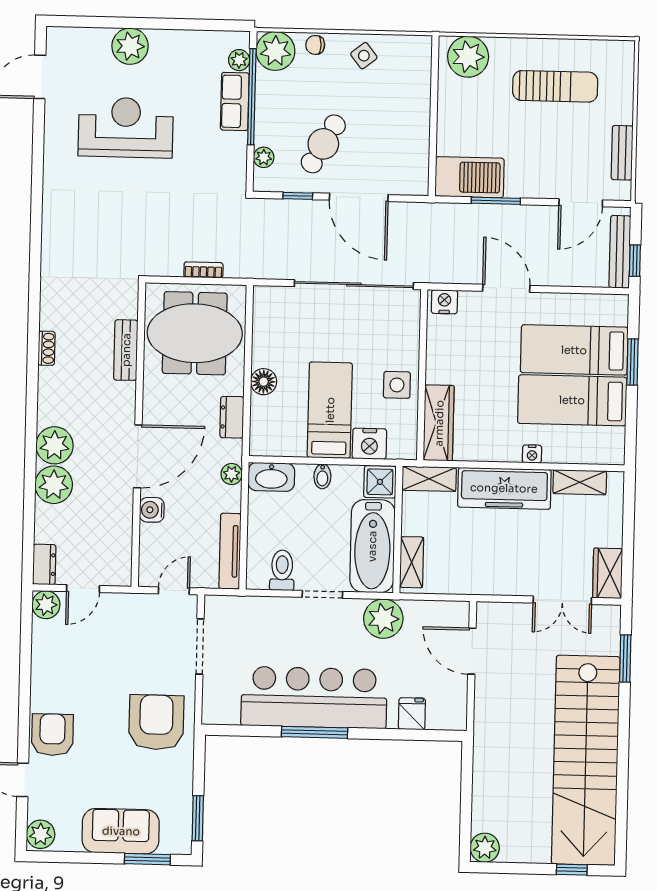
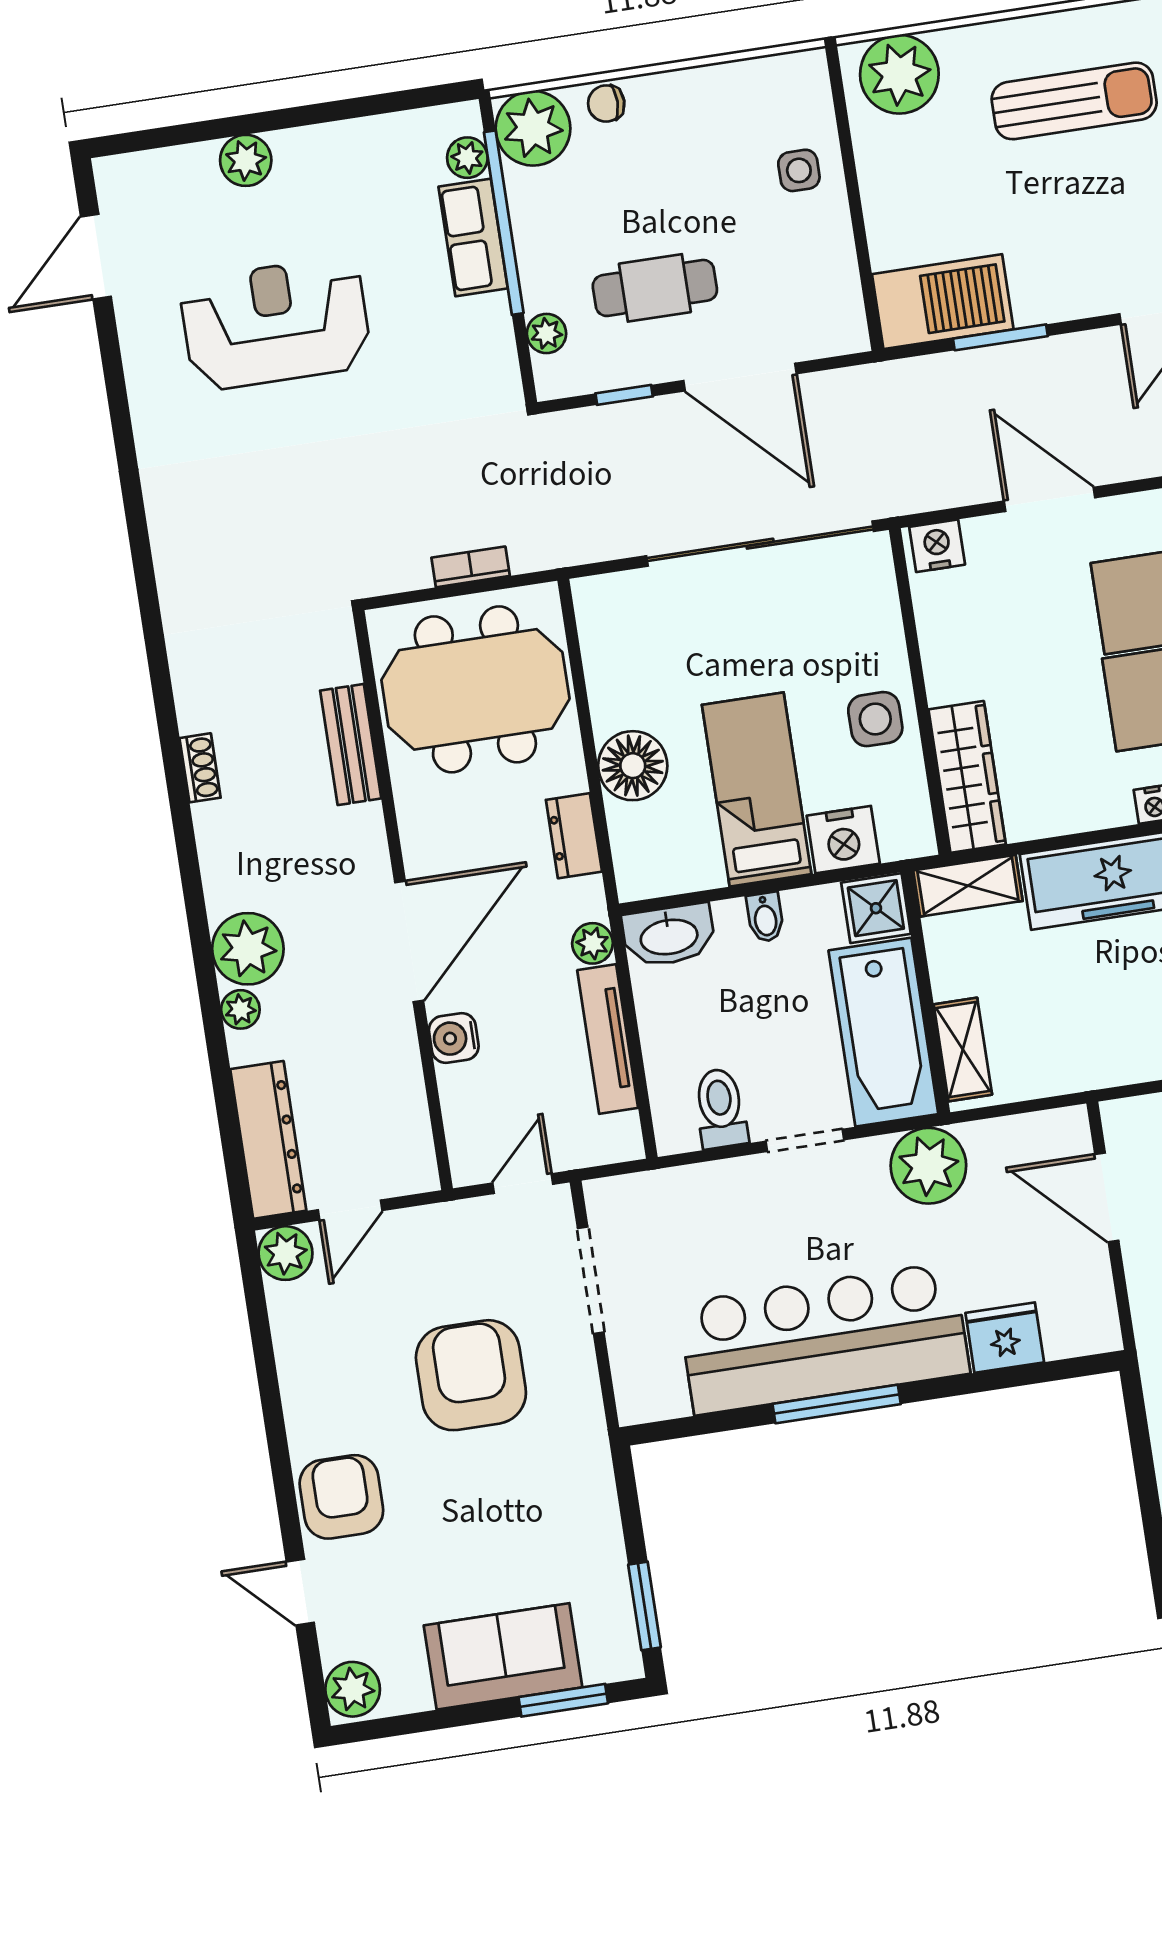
plant: (130, 46) -> (246, 160), width x0.73, depth x0.73
side table: (364, 56) -> (799, 170), moved, turned 38
cafe table: (323, 144) -> (655, 288), turned 60
floor lamp: (264, 382) -> (633, 766), width x1.38, depth x1.38
plant: (54, 485) -> (240, 1009), width x0.53, depth x0.53
tv unit: (230, 551) -> (608, 1039), moved
dresser: (44, 564) -> (268, 1140), width x1.96, depth x1.24
fridge: (412, 714) -> (1005, 1338), width x1.38
armchair: (156, 722) -> (471, 1375), moved

